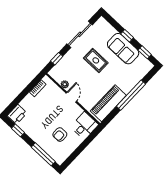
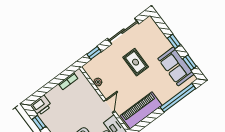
sofa: (123, 49) -> (176, 66), moved
window: (131, 95) -> (178, 98), moved
door: (71, 97) -> (109, 106), moved

